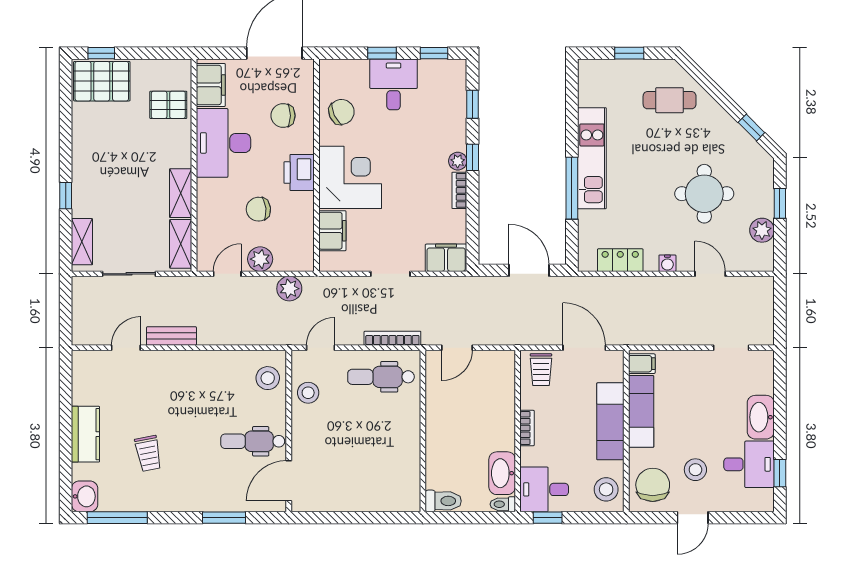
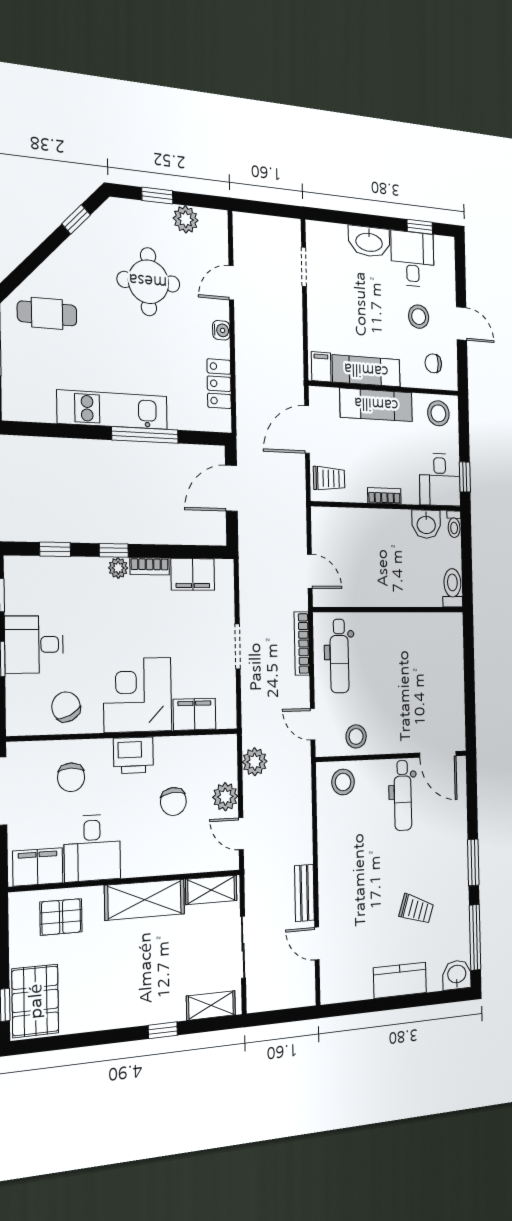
cafe table: (670, 100) -> (47, 313), turned 90
pallet: (168, 105) -> (61, 917), turned 90
desk: (223, 143) -> (92, 848), width x0.73
shelving: (181, 193) -> (145, 900), width x1.50, depth x1.33
filing cabinet: (446, 258) -> (193, 574), moved, turned -90
trolley: (148, 453) -> (416, 909), turned 30
washbasin: (502, 473) -> (426, 524), width x0.72
chair: (653, 485) -> (433, 363), width x0.54, depth x0.54
window: (224, 518) -> (473, 862), moved

